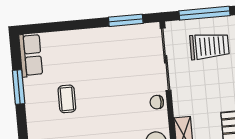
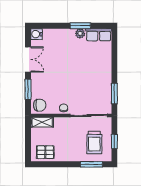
window: (204, 13) -> (114, 141), width x0.46
plant: (31, 86) -> (80, 33), added
coffee table: (67, 99) -> (70, 54), removed

